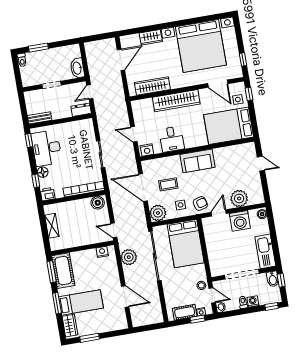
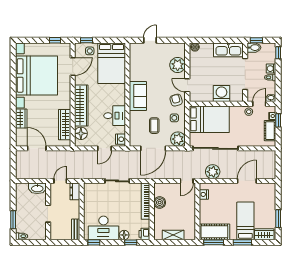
door: (90, 92) -> (60, 181), swing flipped
floor lamp: (146, 105) -> (81, 133), added
boiler: (98, 203) -> (160, 202), moved
washing machine: (240, 221) -> (221, 93), moved, turned -90

